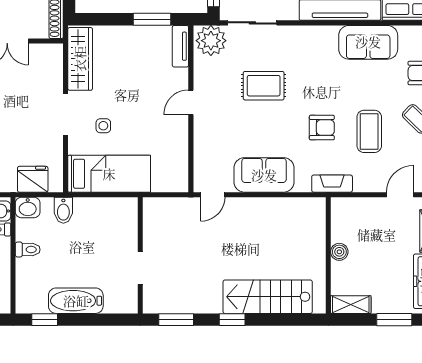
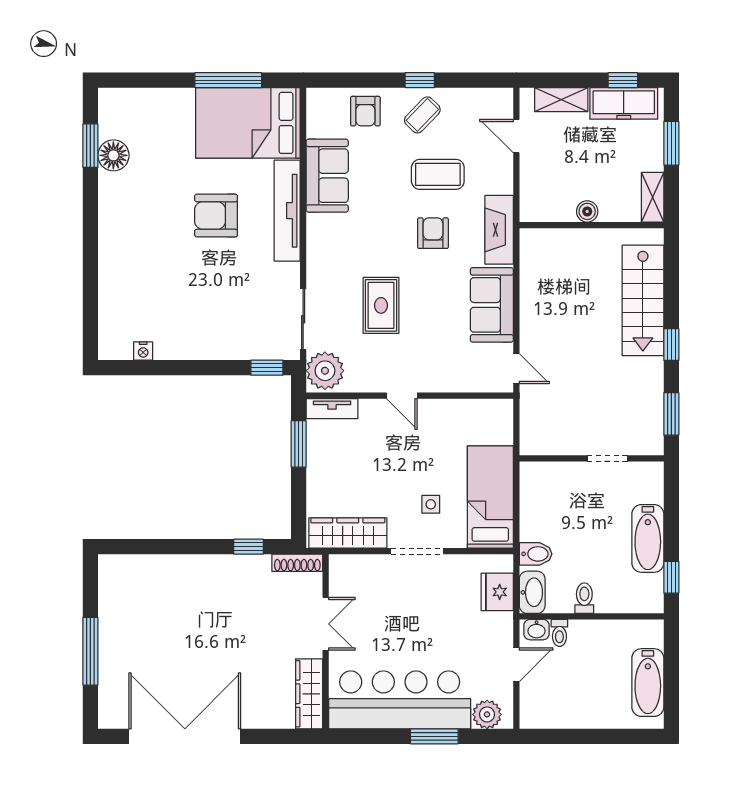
fireplace: (332, 184) -> (499, 230), width x1.37, depth x1.32
washbasin: (28, 207) -> (532, 592), width x1.38

